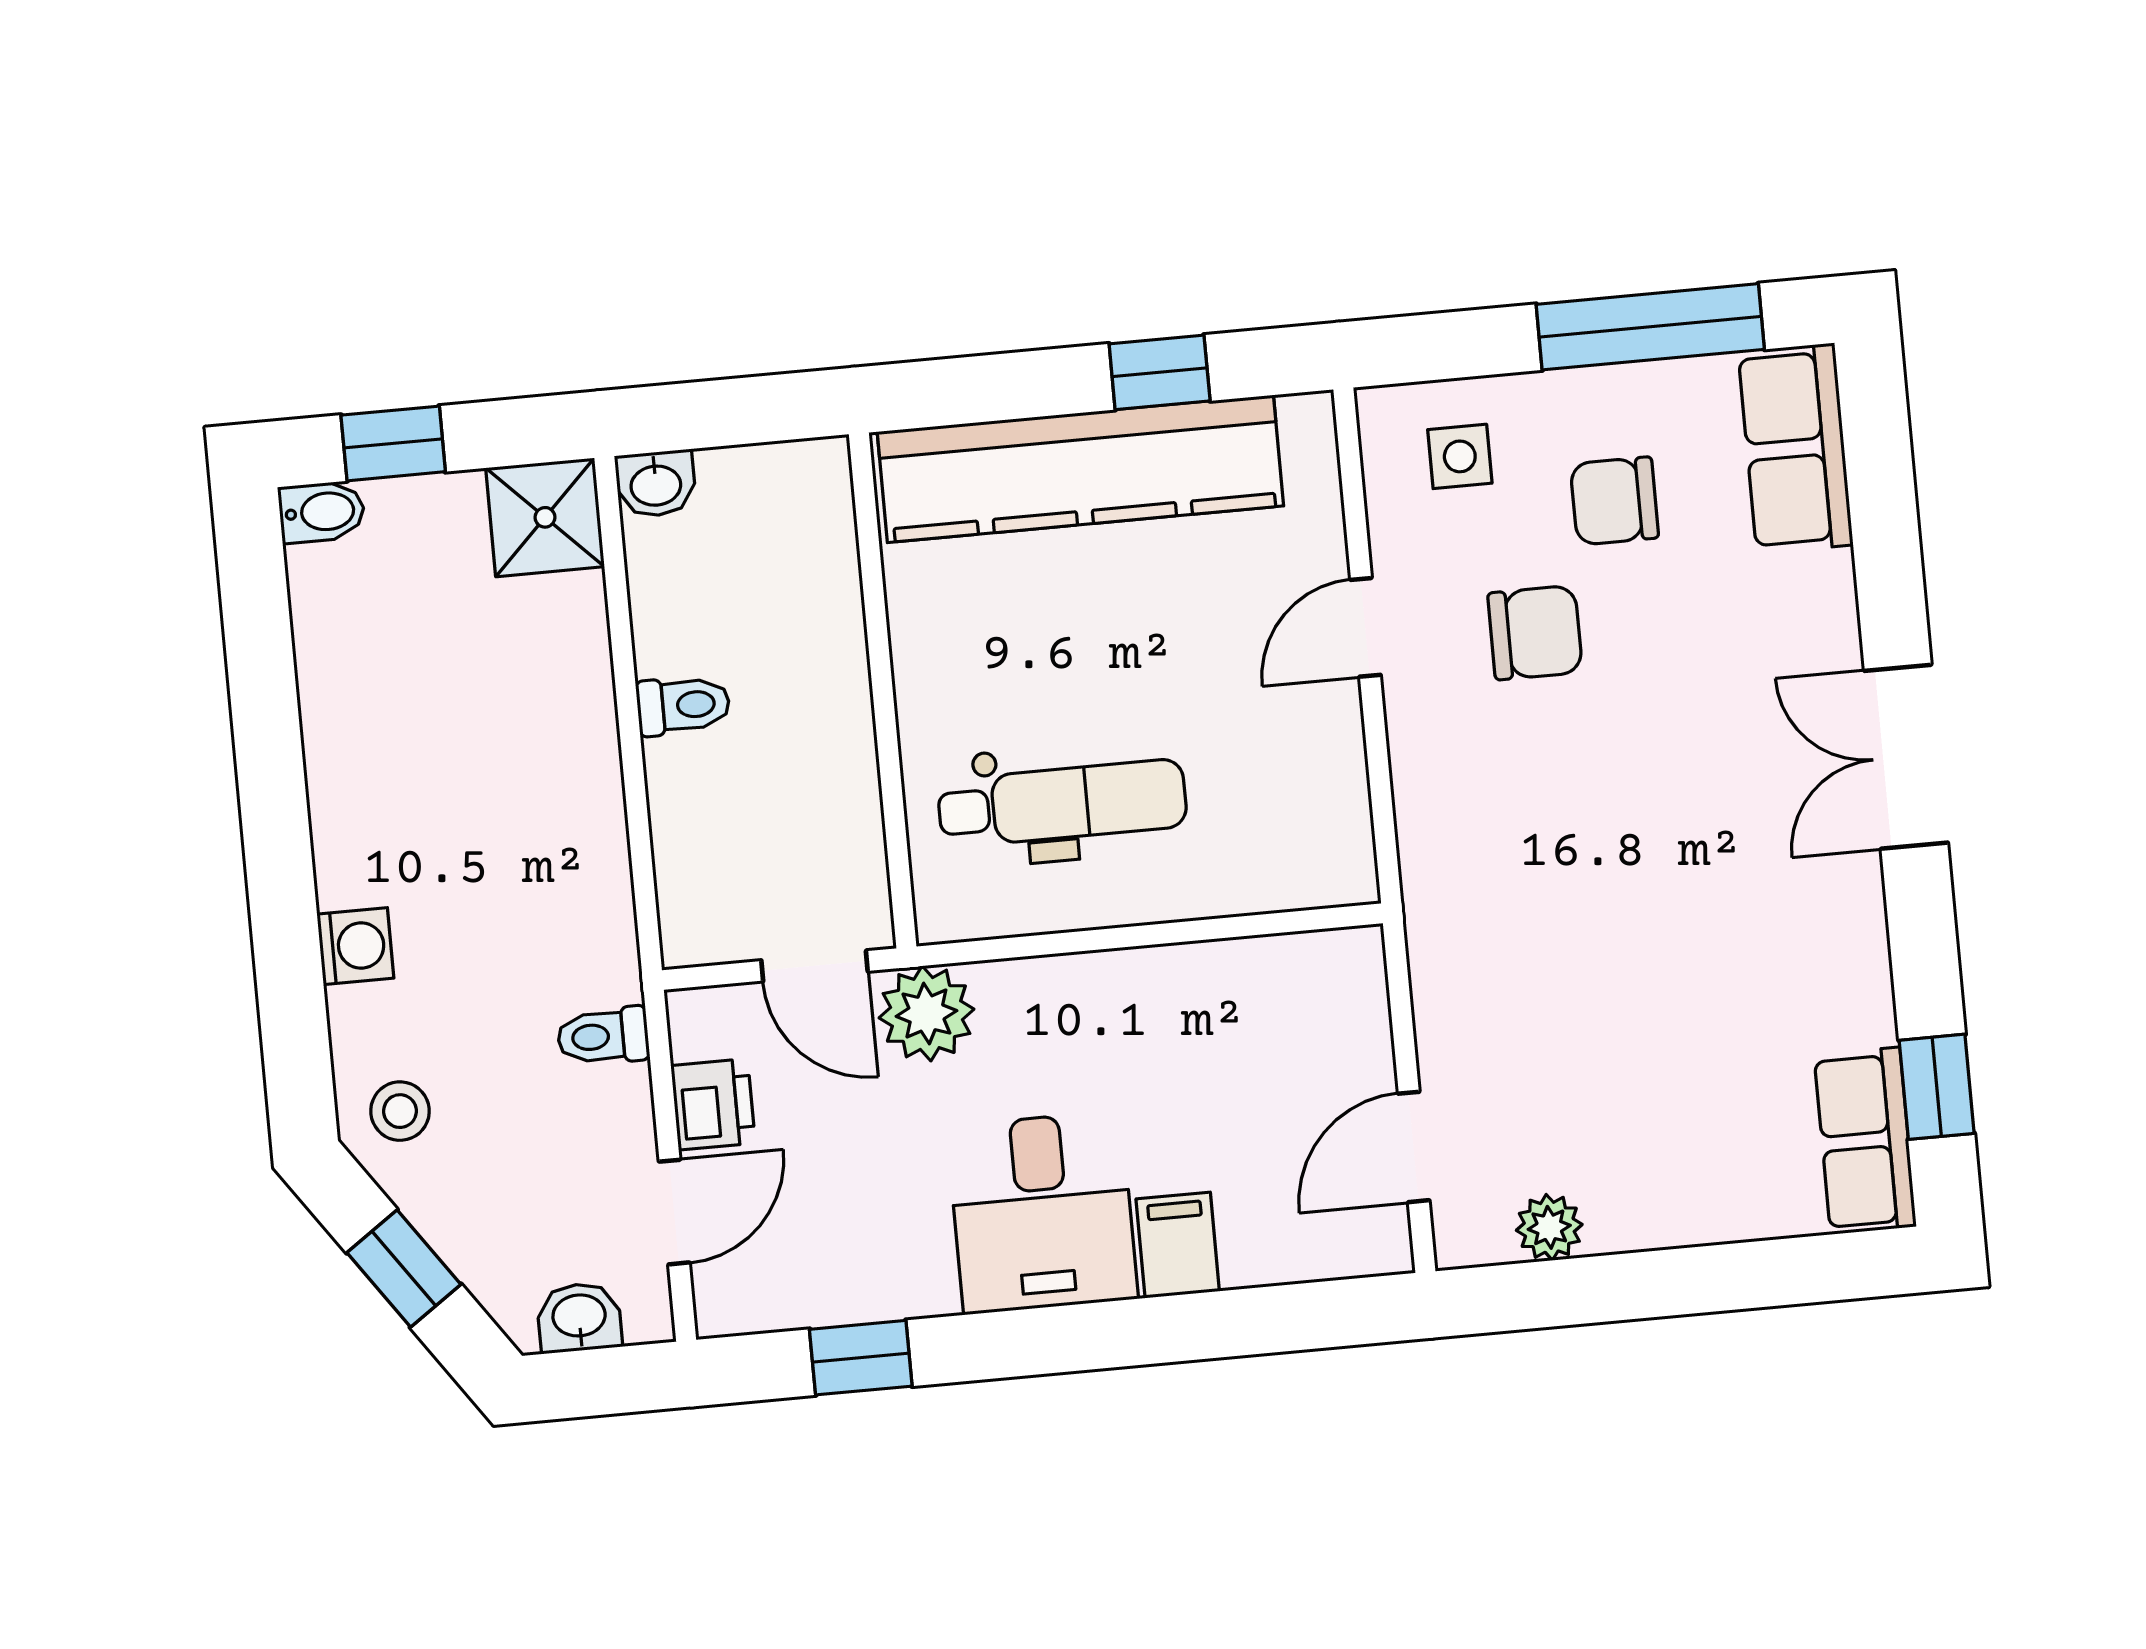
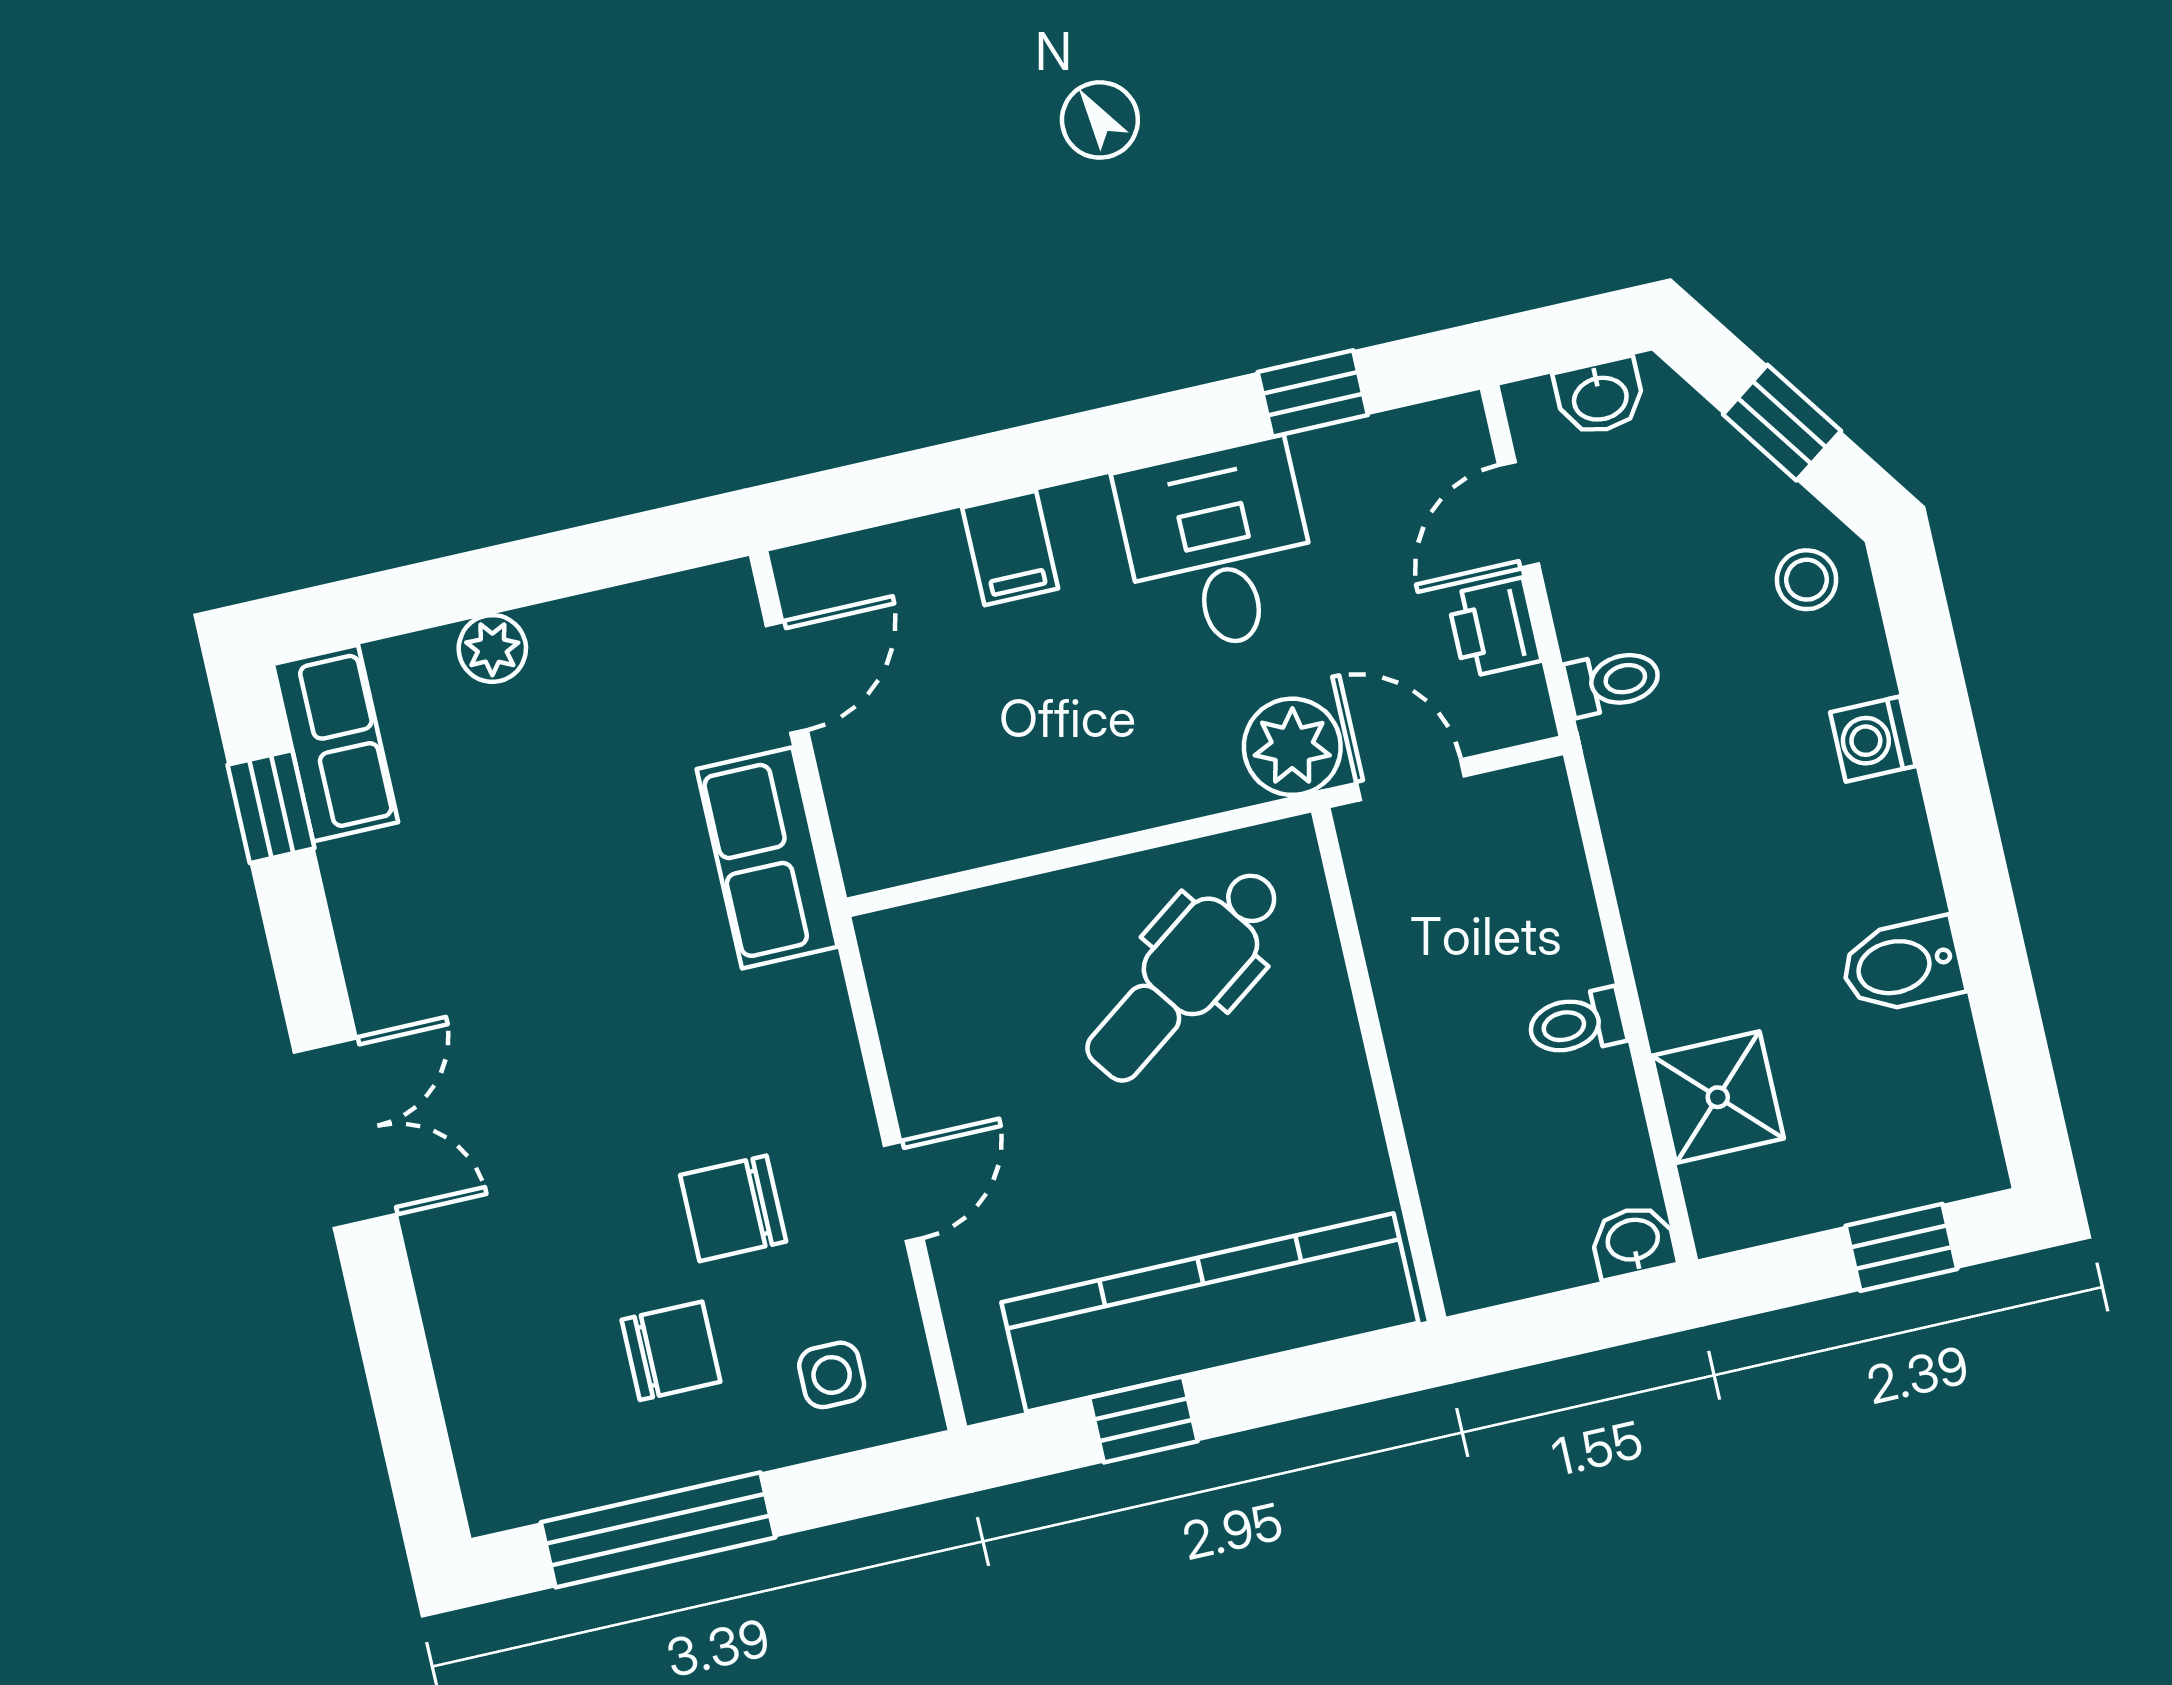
row of seats: (1796, 448) -> (767, 858), moved, turned 180
bidet: (322, 512) -> (1902, 965), moved, width x1.38, depth x1.36
shower: (545, 517) -> (1718, 1097), moved
dental chair: (1062, 803) -> (1184, 975), turned -36
desk: (1042, 1212) -> (1218, 547), moved
plant: (1549, 1227) -> (492, 648), moved

